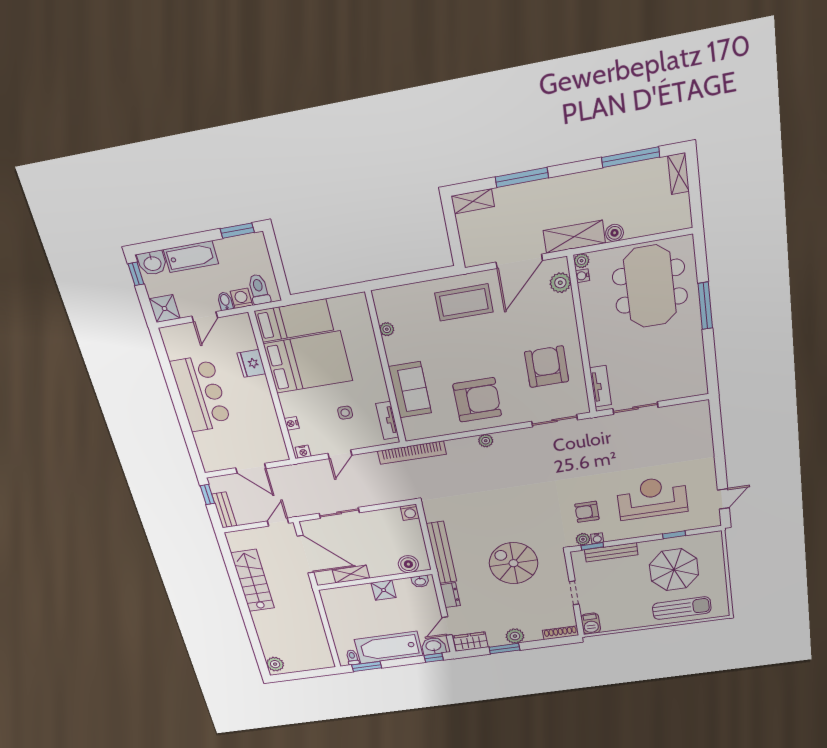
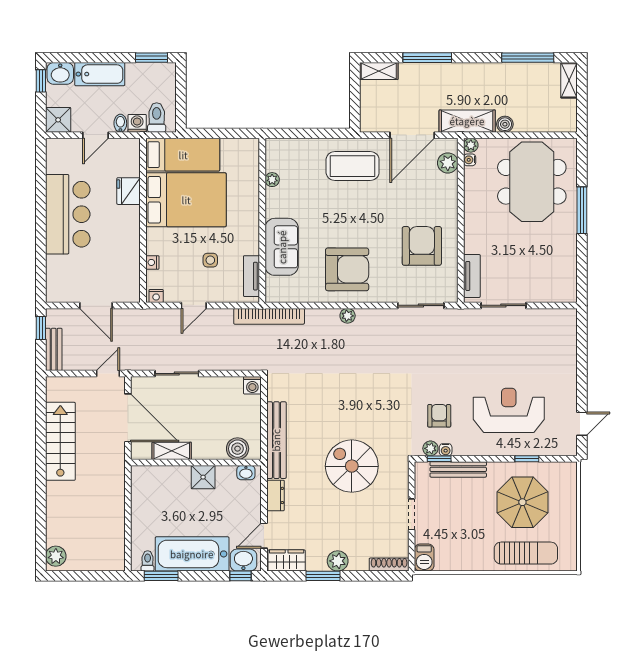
armchair: (587, 512) -> (439, 416), turned 90

